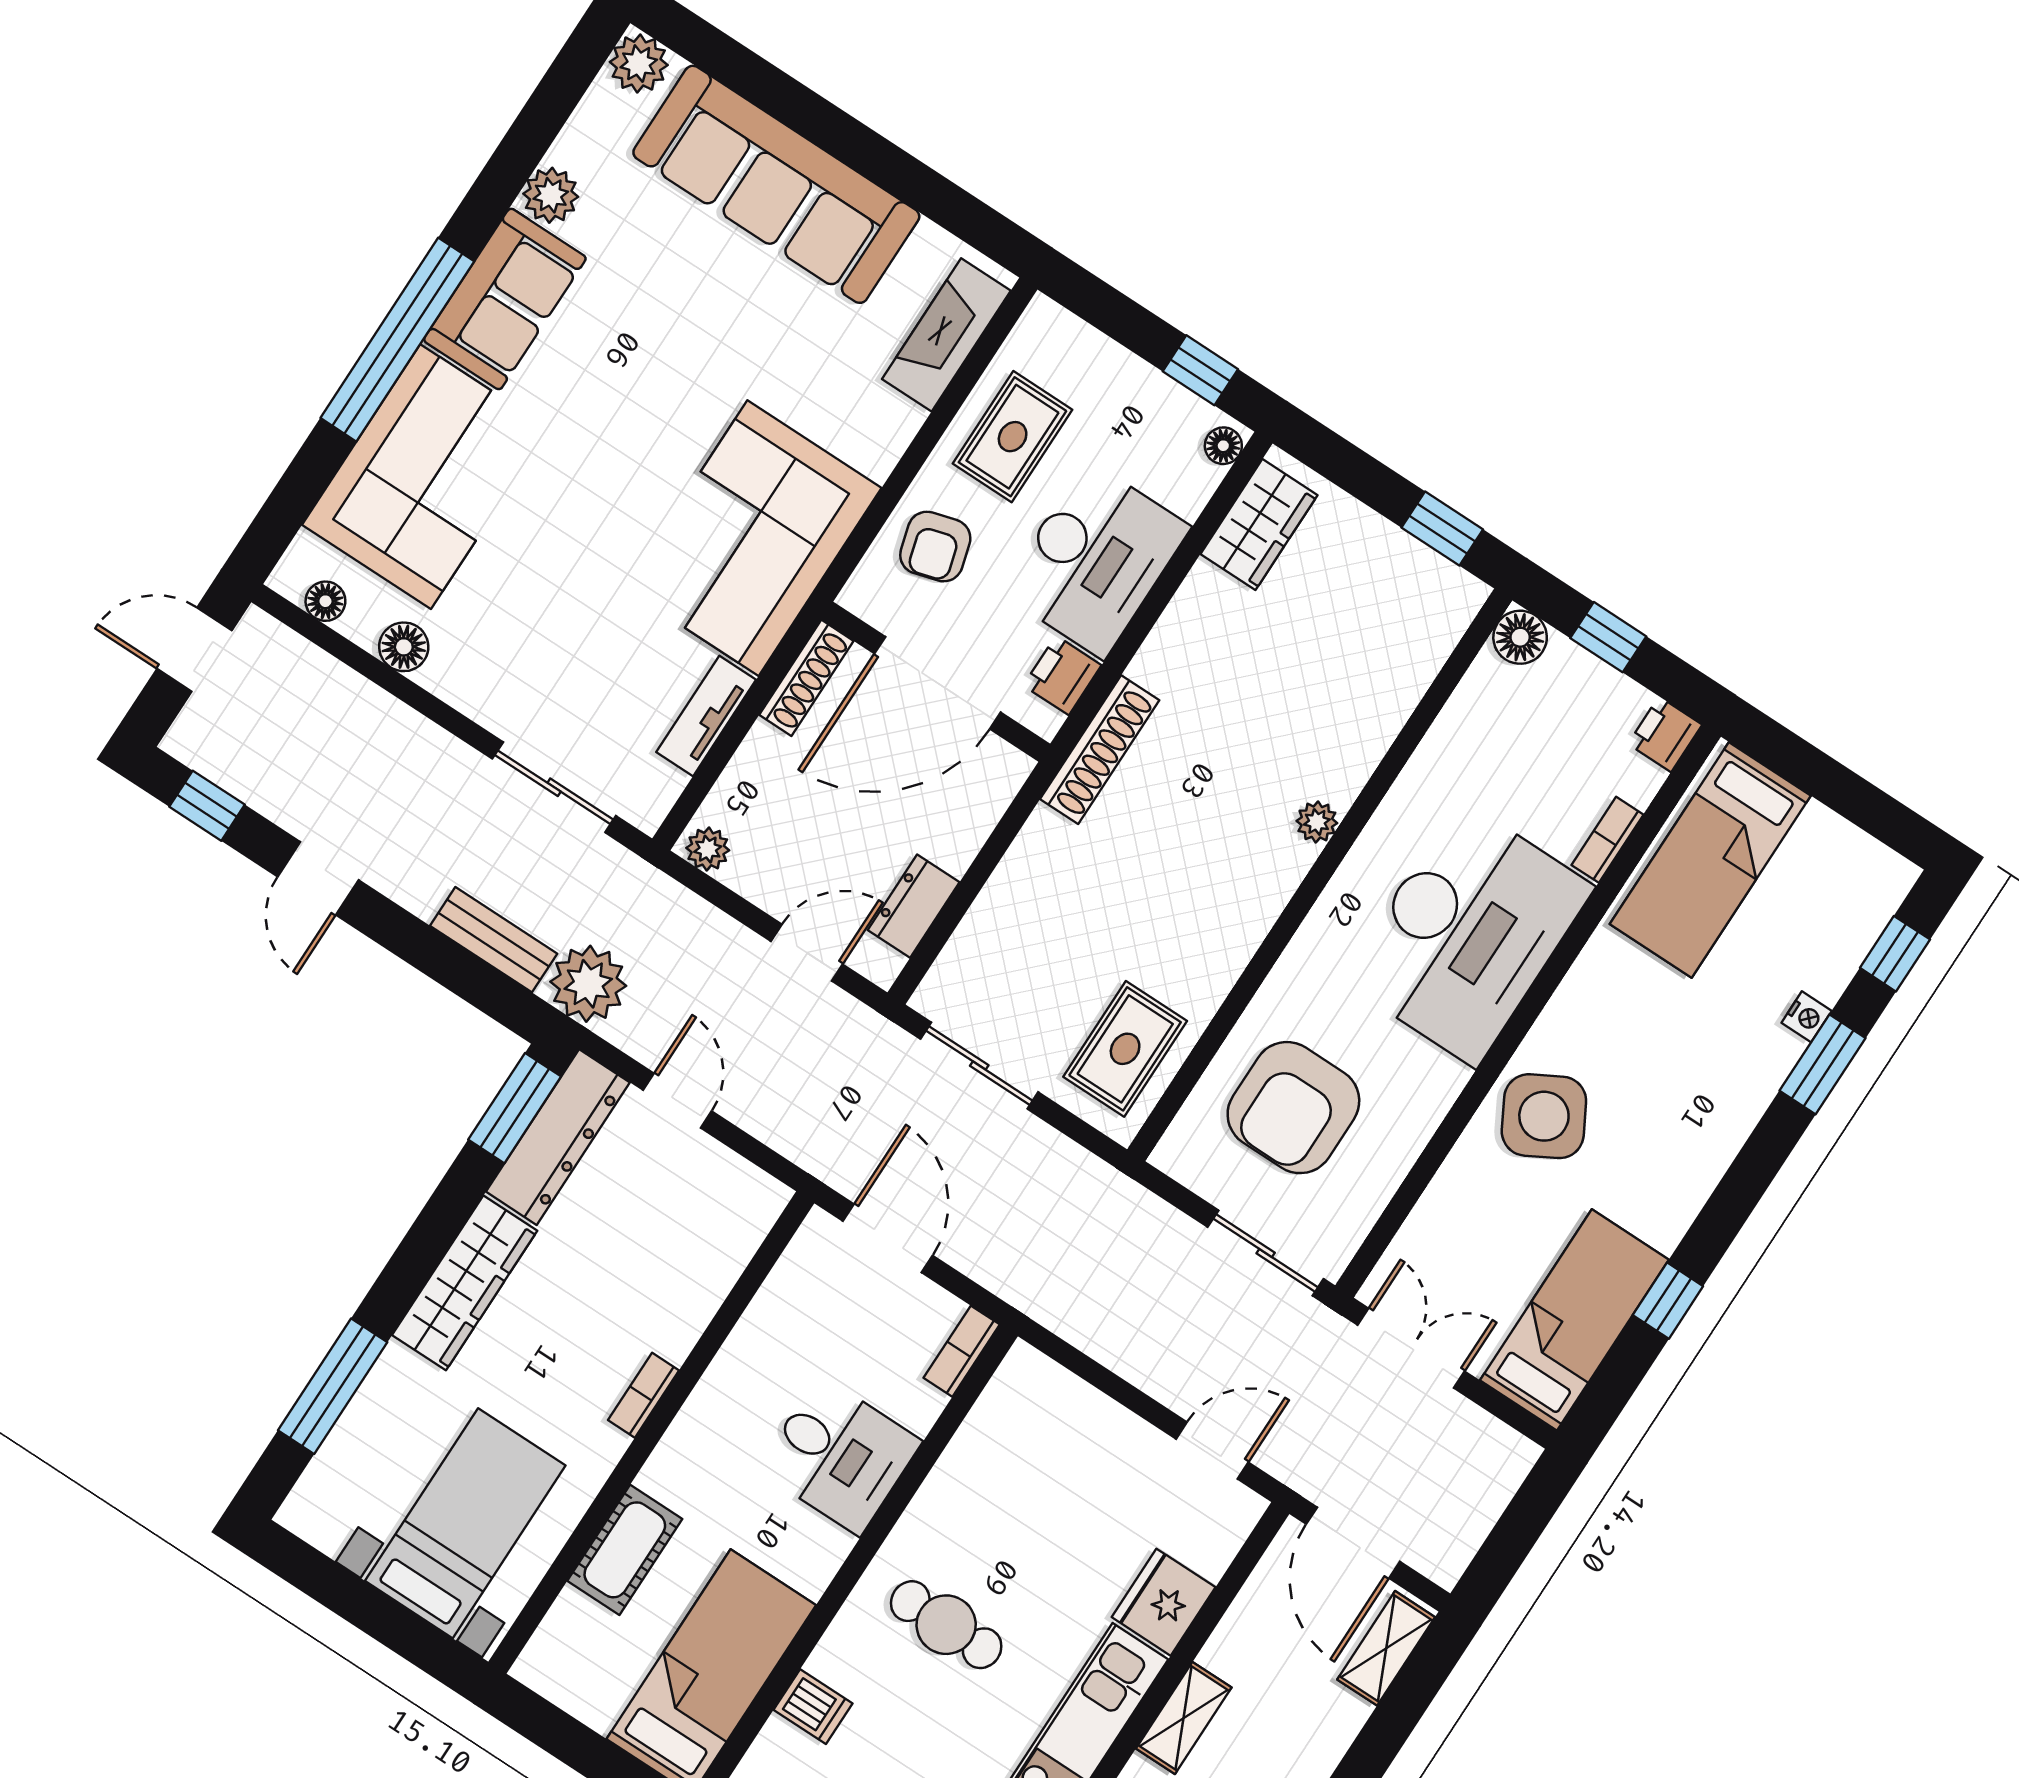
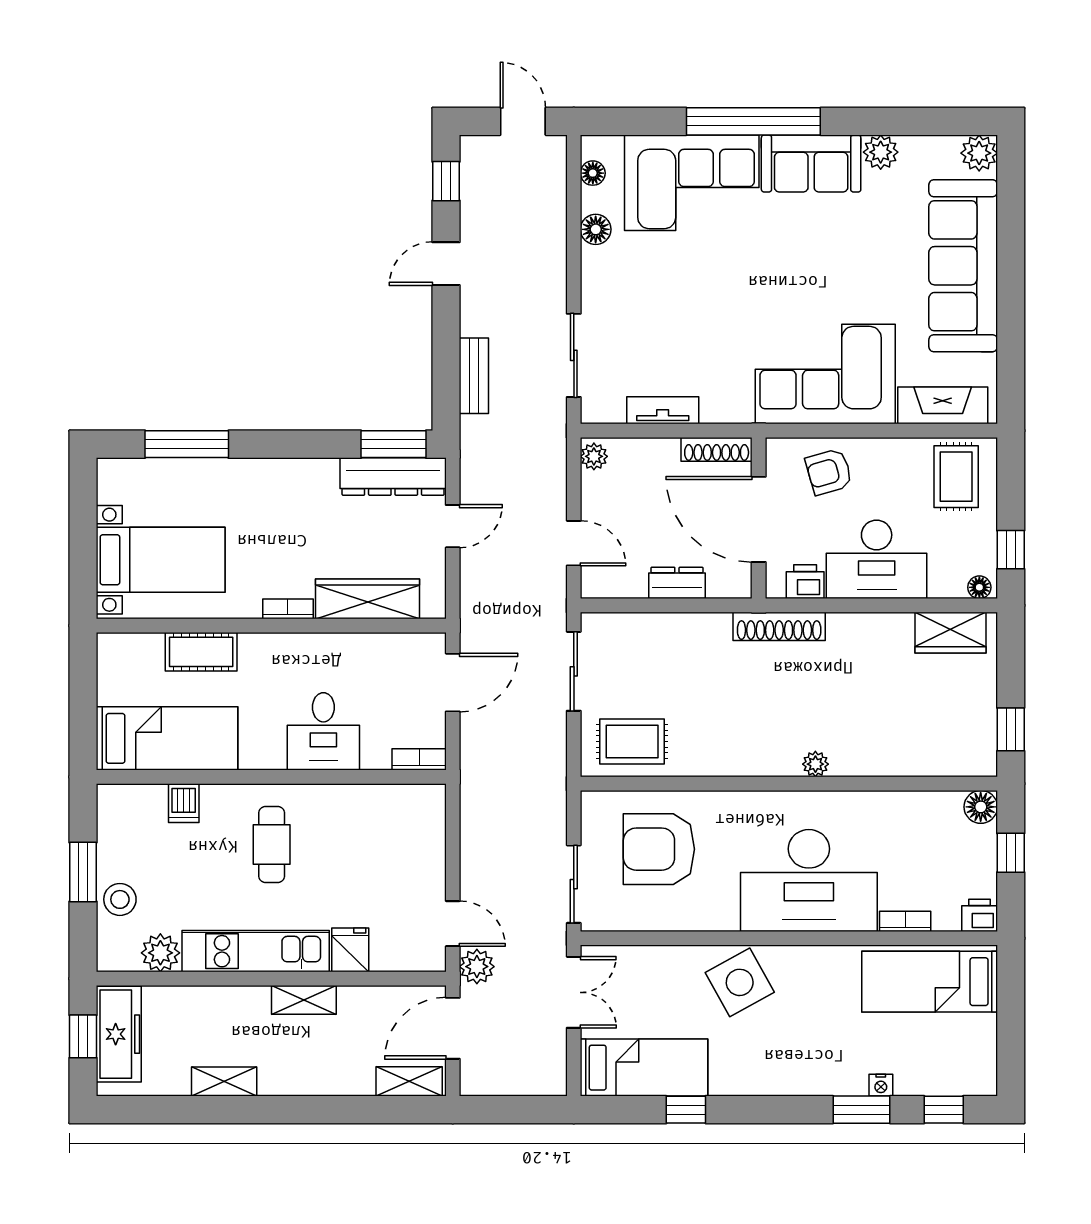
rug: (1013, 437) -> (956, 477), moved, turned 90
corner sofa: (753, 538) -> (825, 374), moved
dresser: (914, 906) -> (677, 583), moved
plant: (588, 984) -> (477, 967), moved, width x0.73, depth x0.73
wardrobe: (465, 1283) -> (368, 599), moved, turned 180
fridge: (1164, 1602) -> (350, 950), width x0.72

